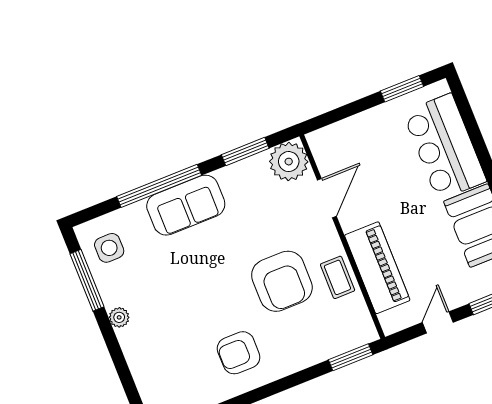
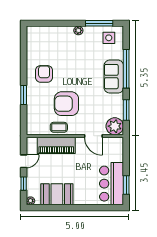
bar counter: (445, 147) -> (112, 184), moved, turned -90
door: (438, 322) -> (24, 161), hinge flipped
window: (351, 357) -> (24, 95), moved

